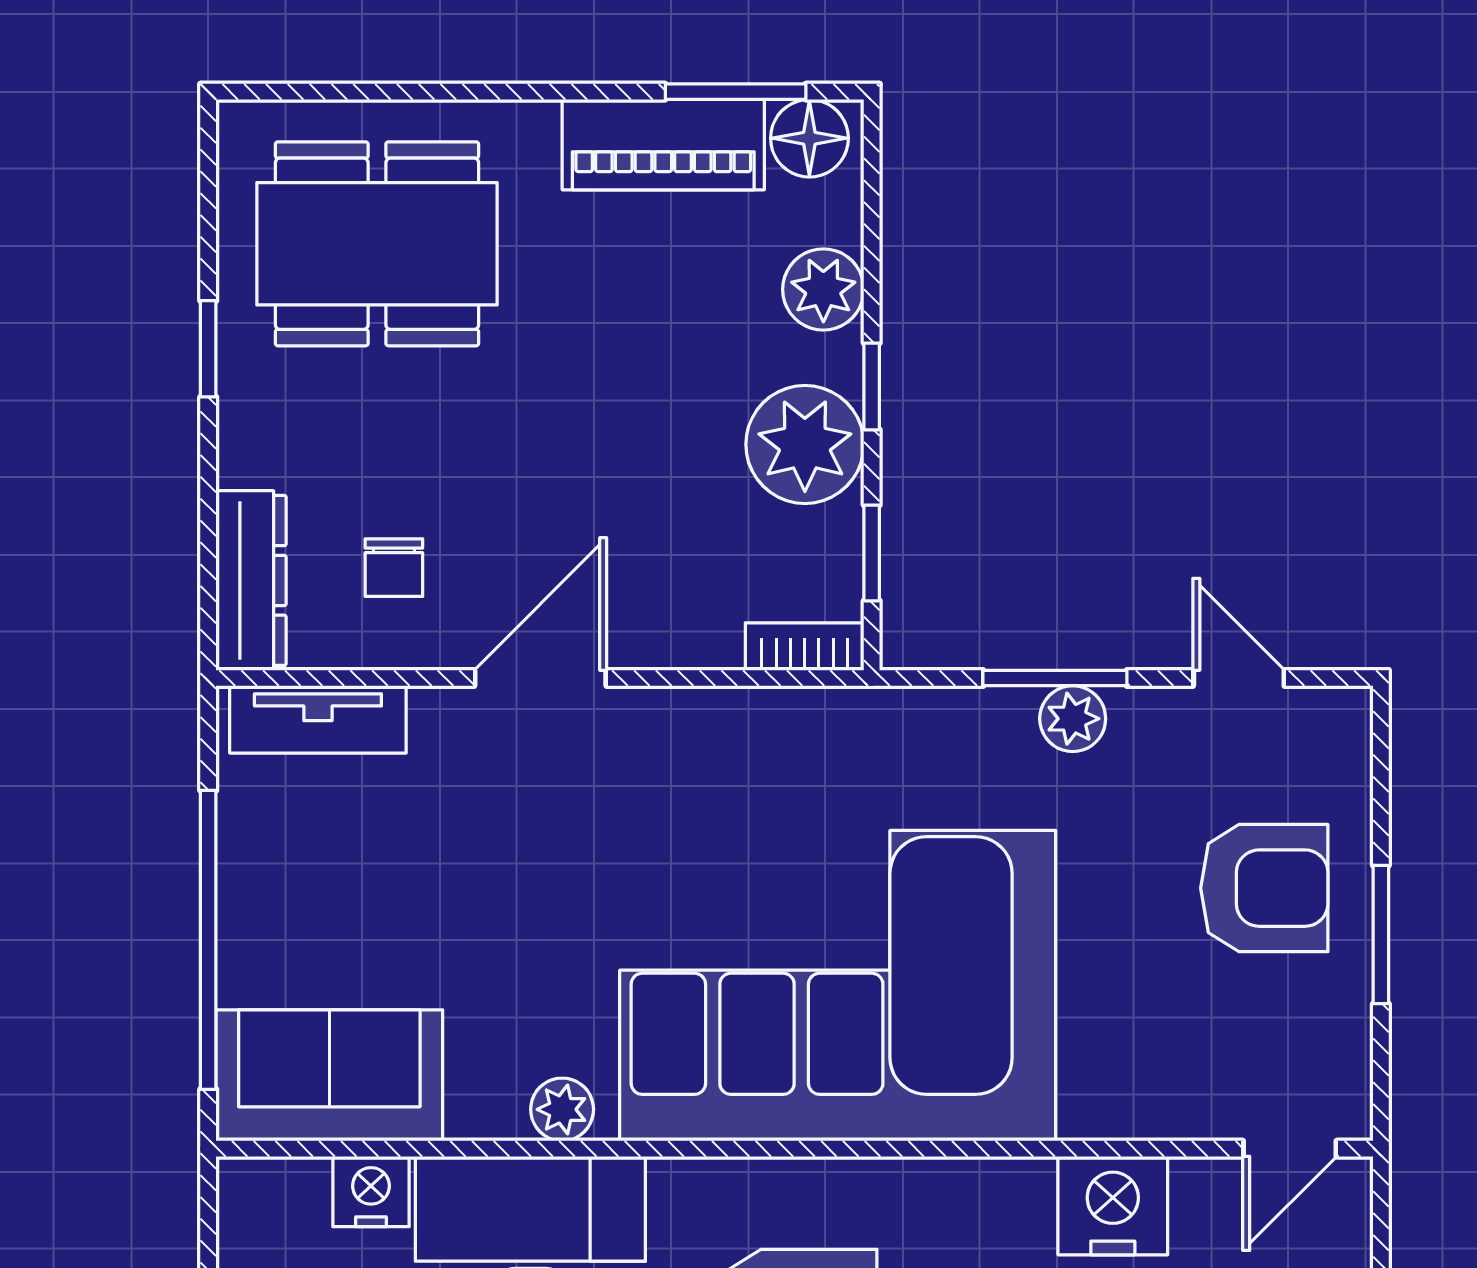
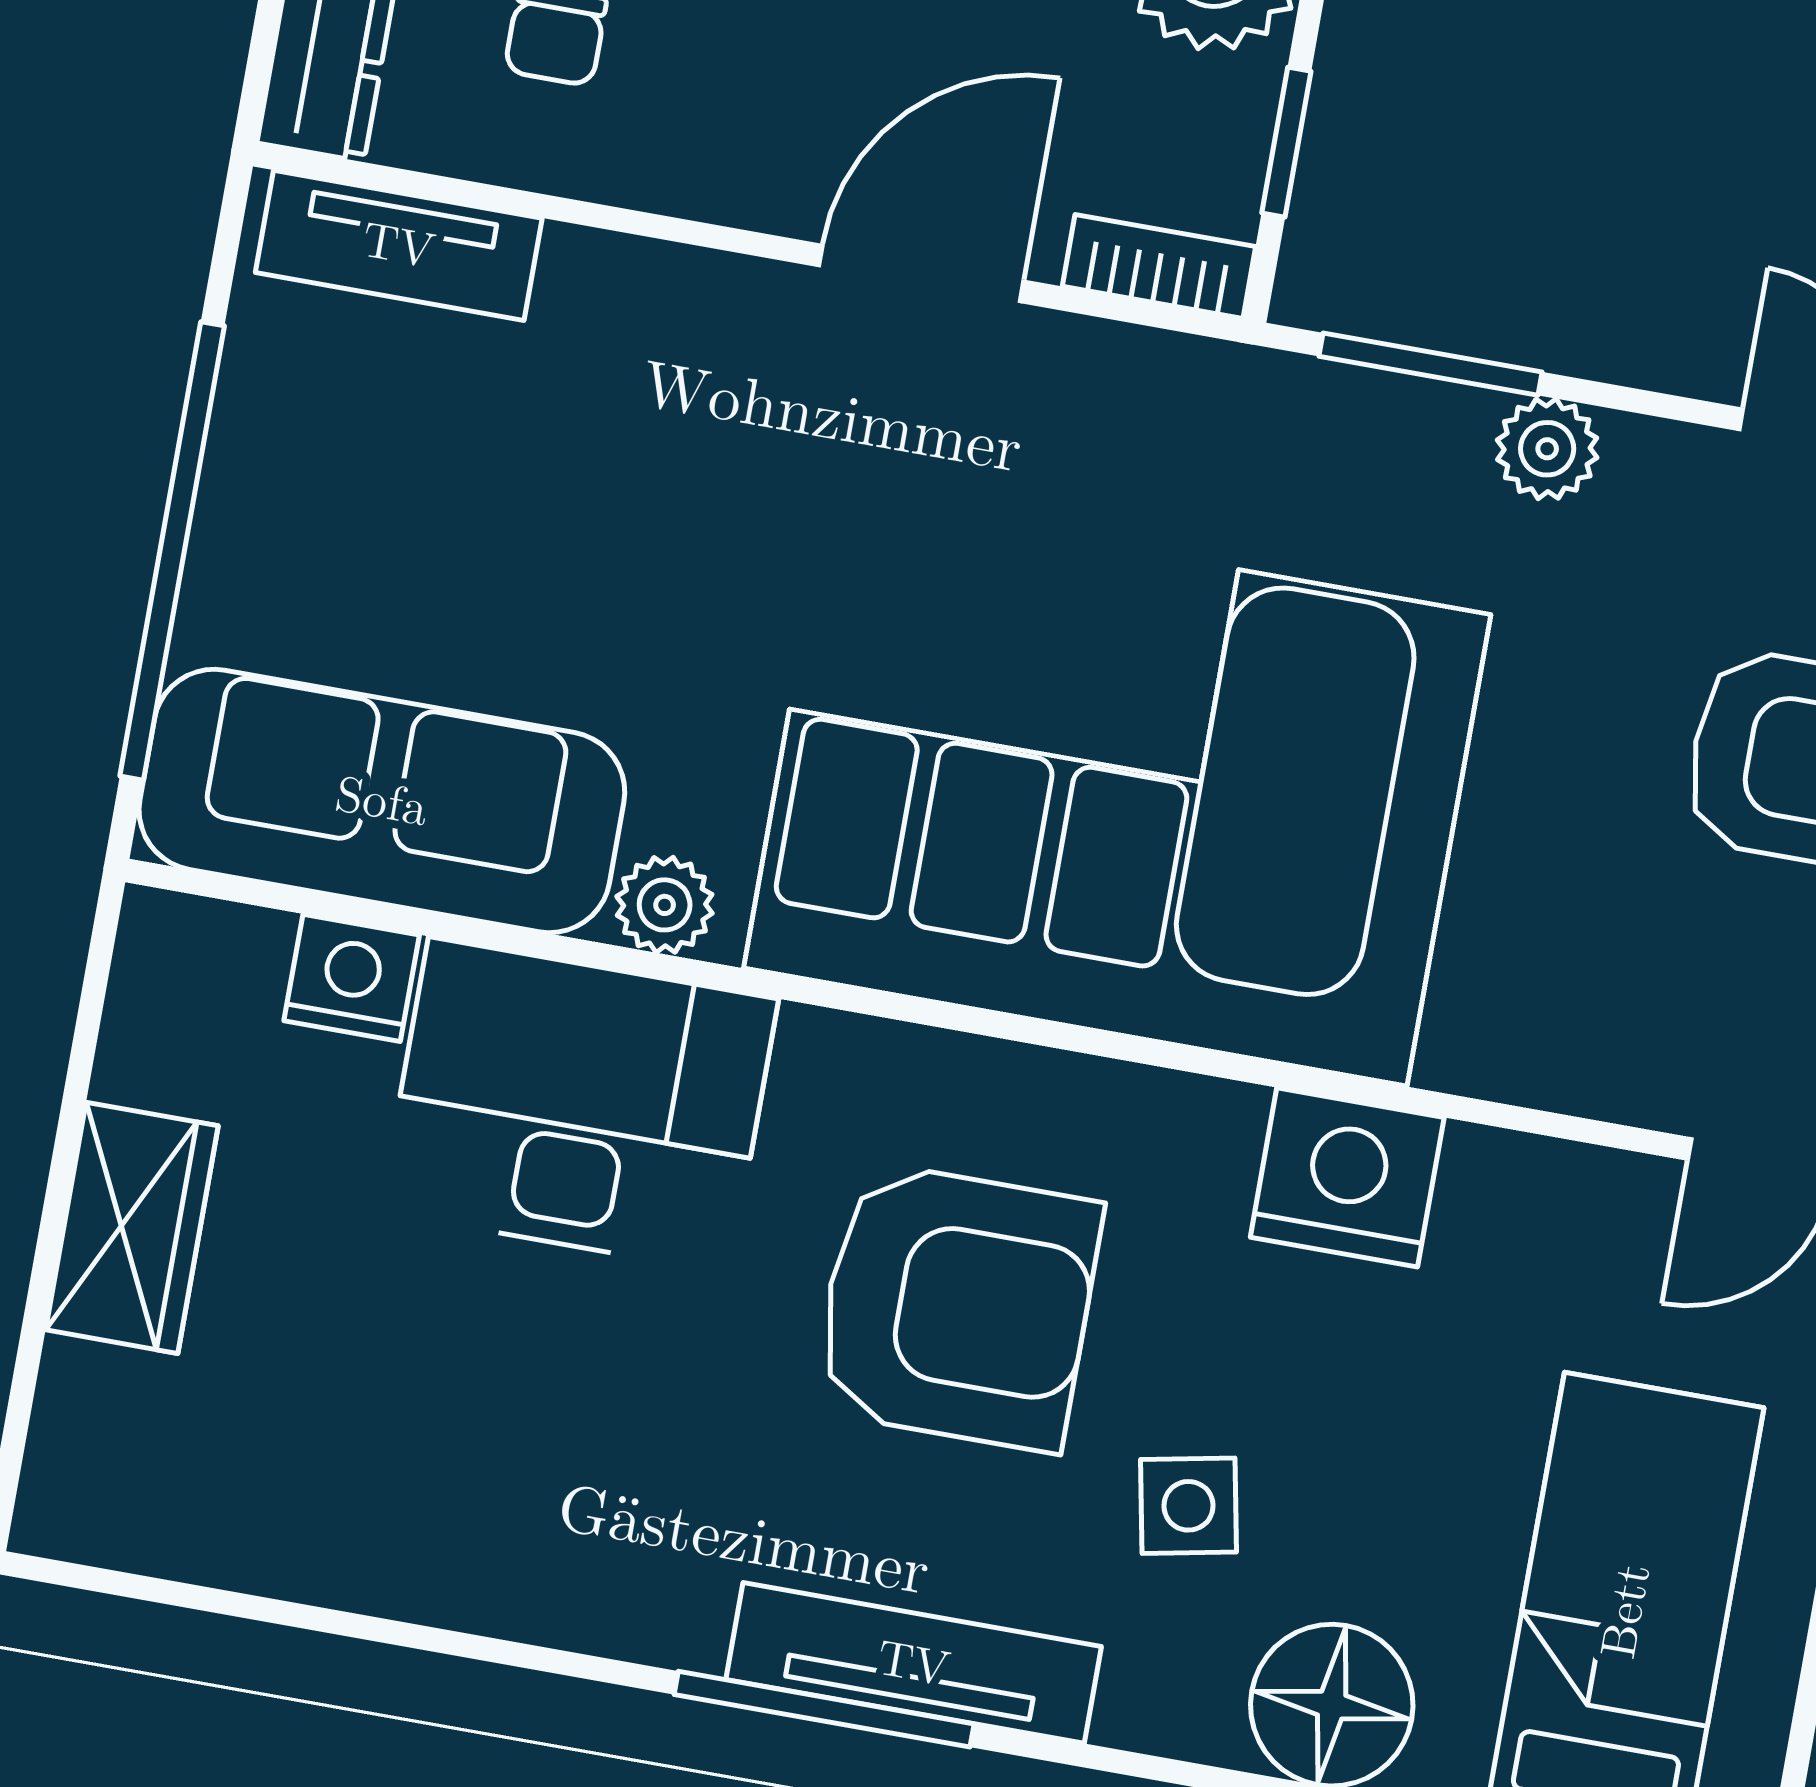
door: (540, 678) -> (921, 273), moved
window: (1055, 678) -> (1430, 364), moved
sofa: (329, 1075) -> (382, 801), width x1.36
nightstand: (1113, 1206) -> (1347, 1177), moved

